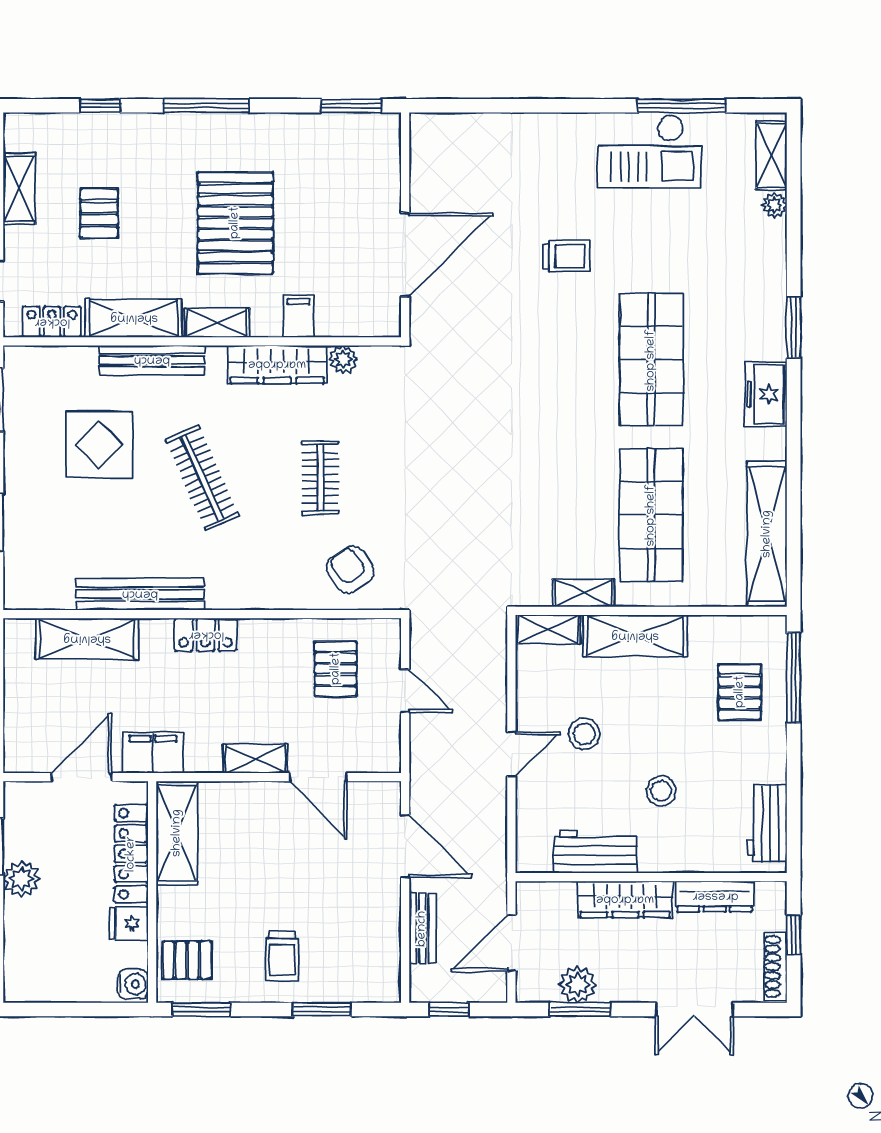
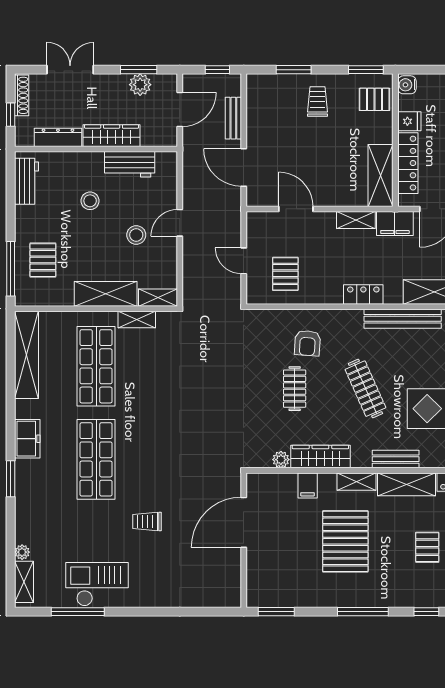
bench: (152, 360) -> (396, 459), width x0.73
armchair: (350, 570) -> (307, 343), moved, turned 38
shelving: (255, 759) -> (356, 220), moved

